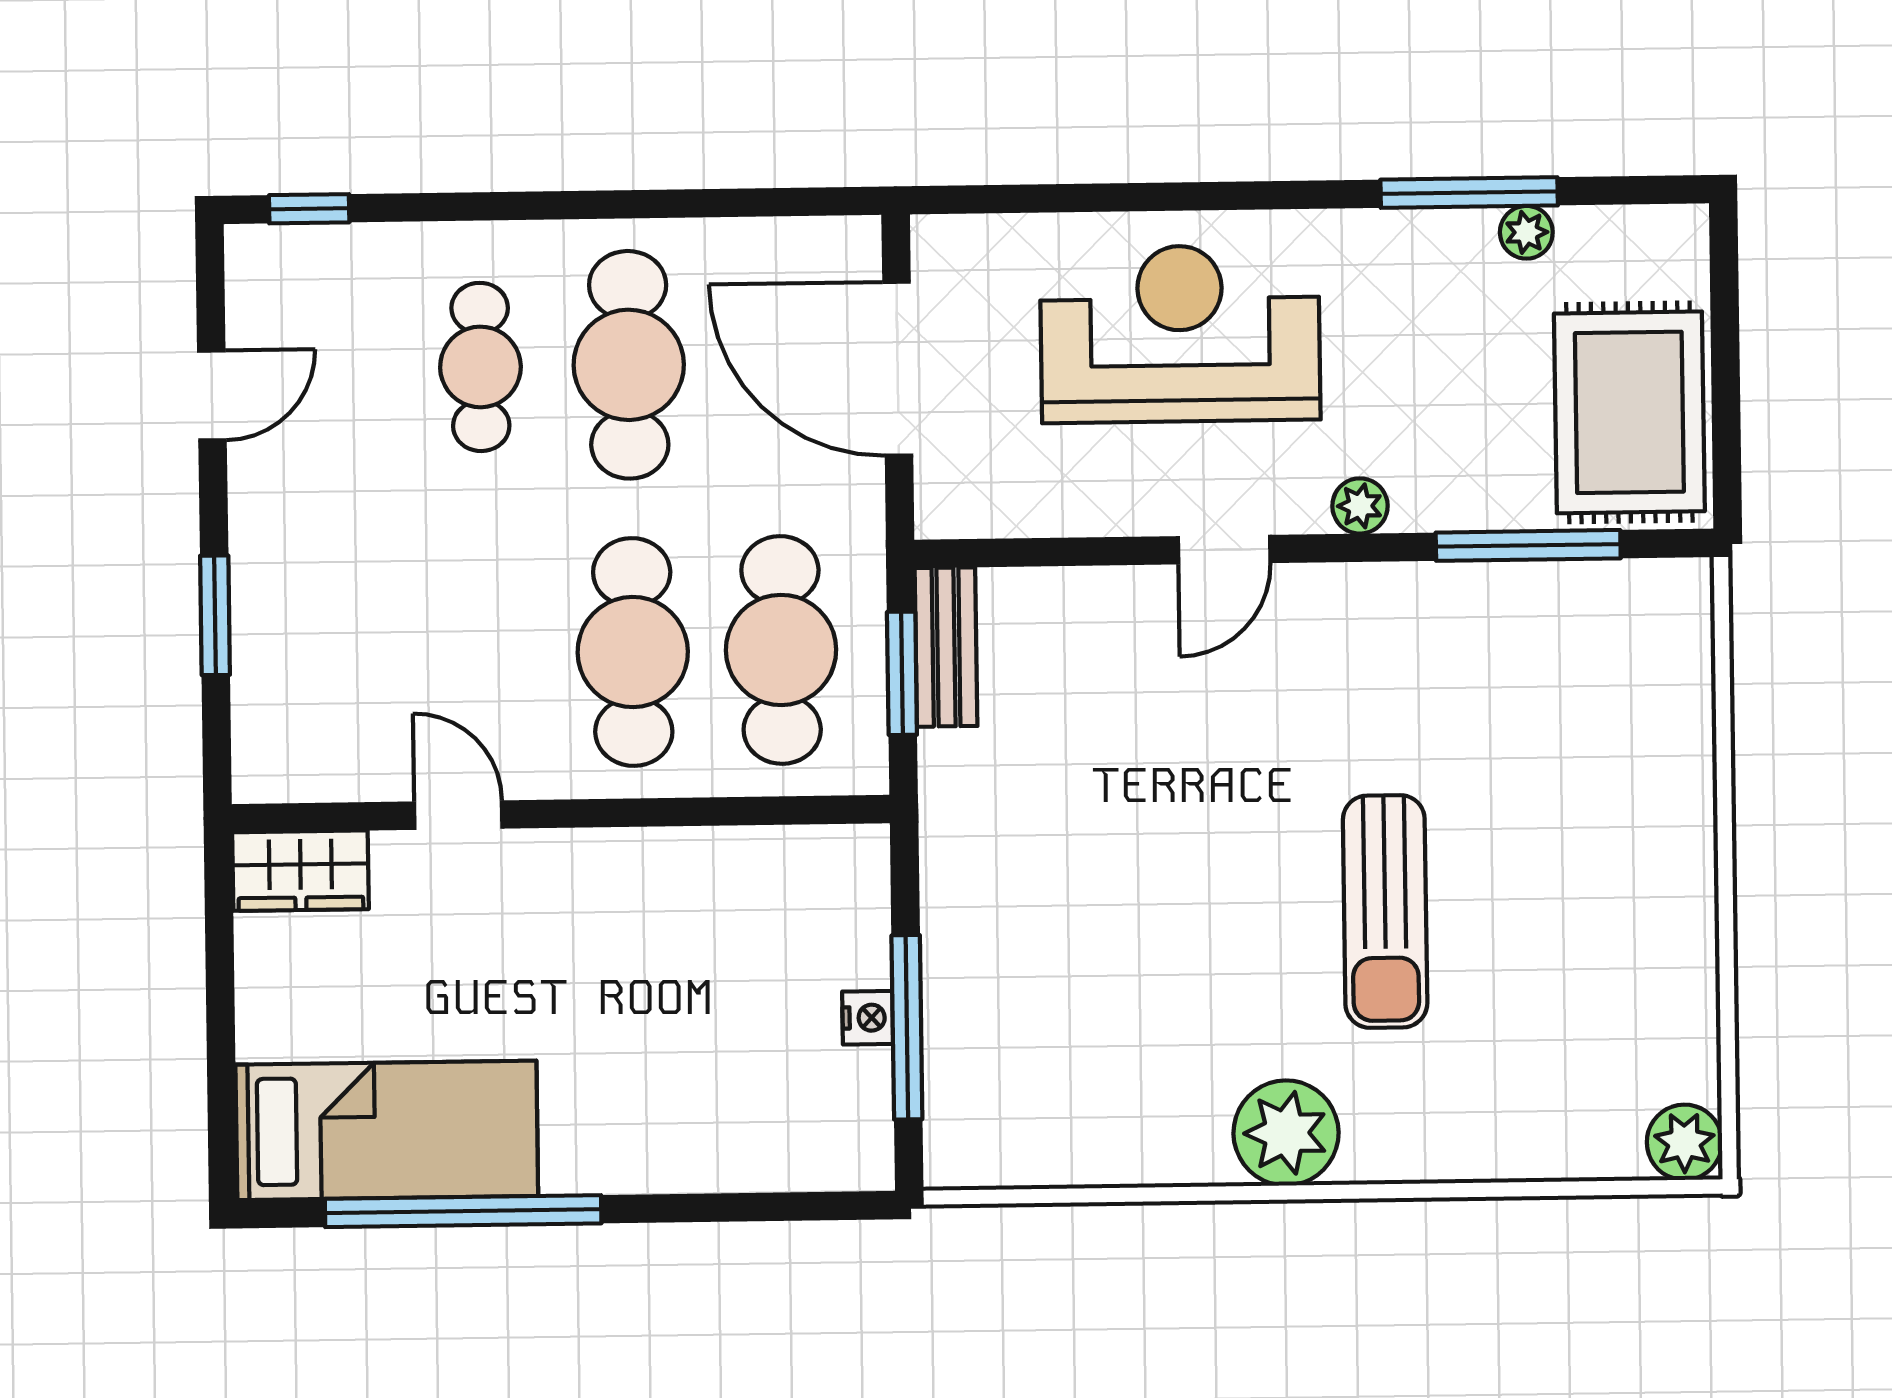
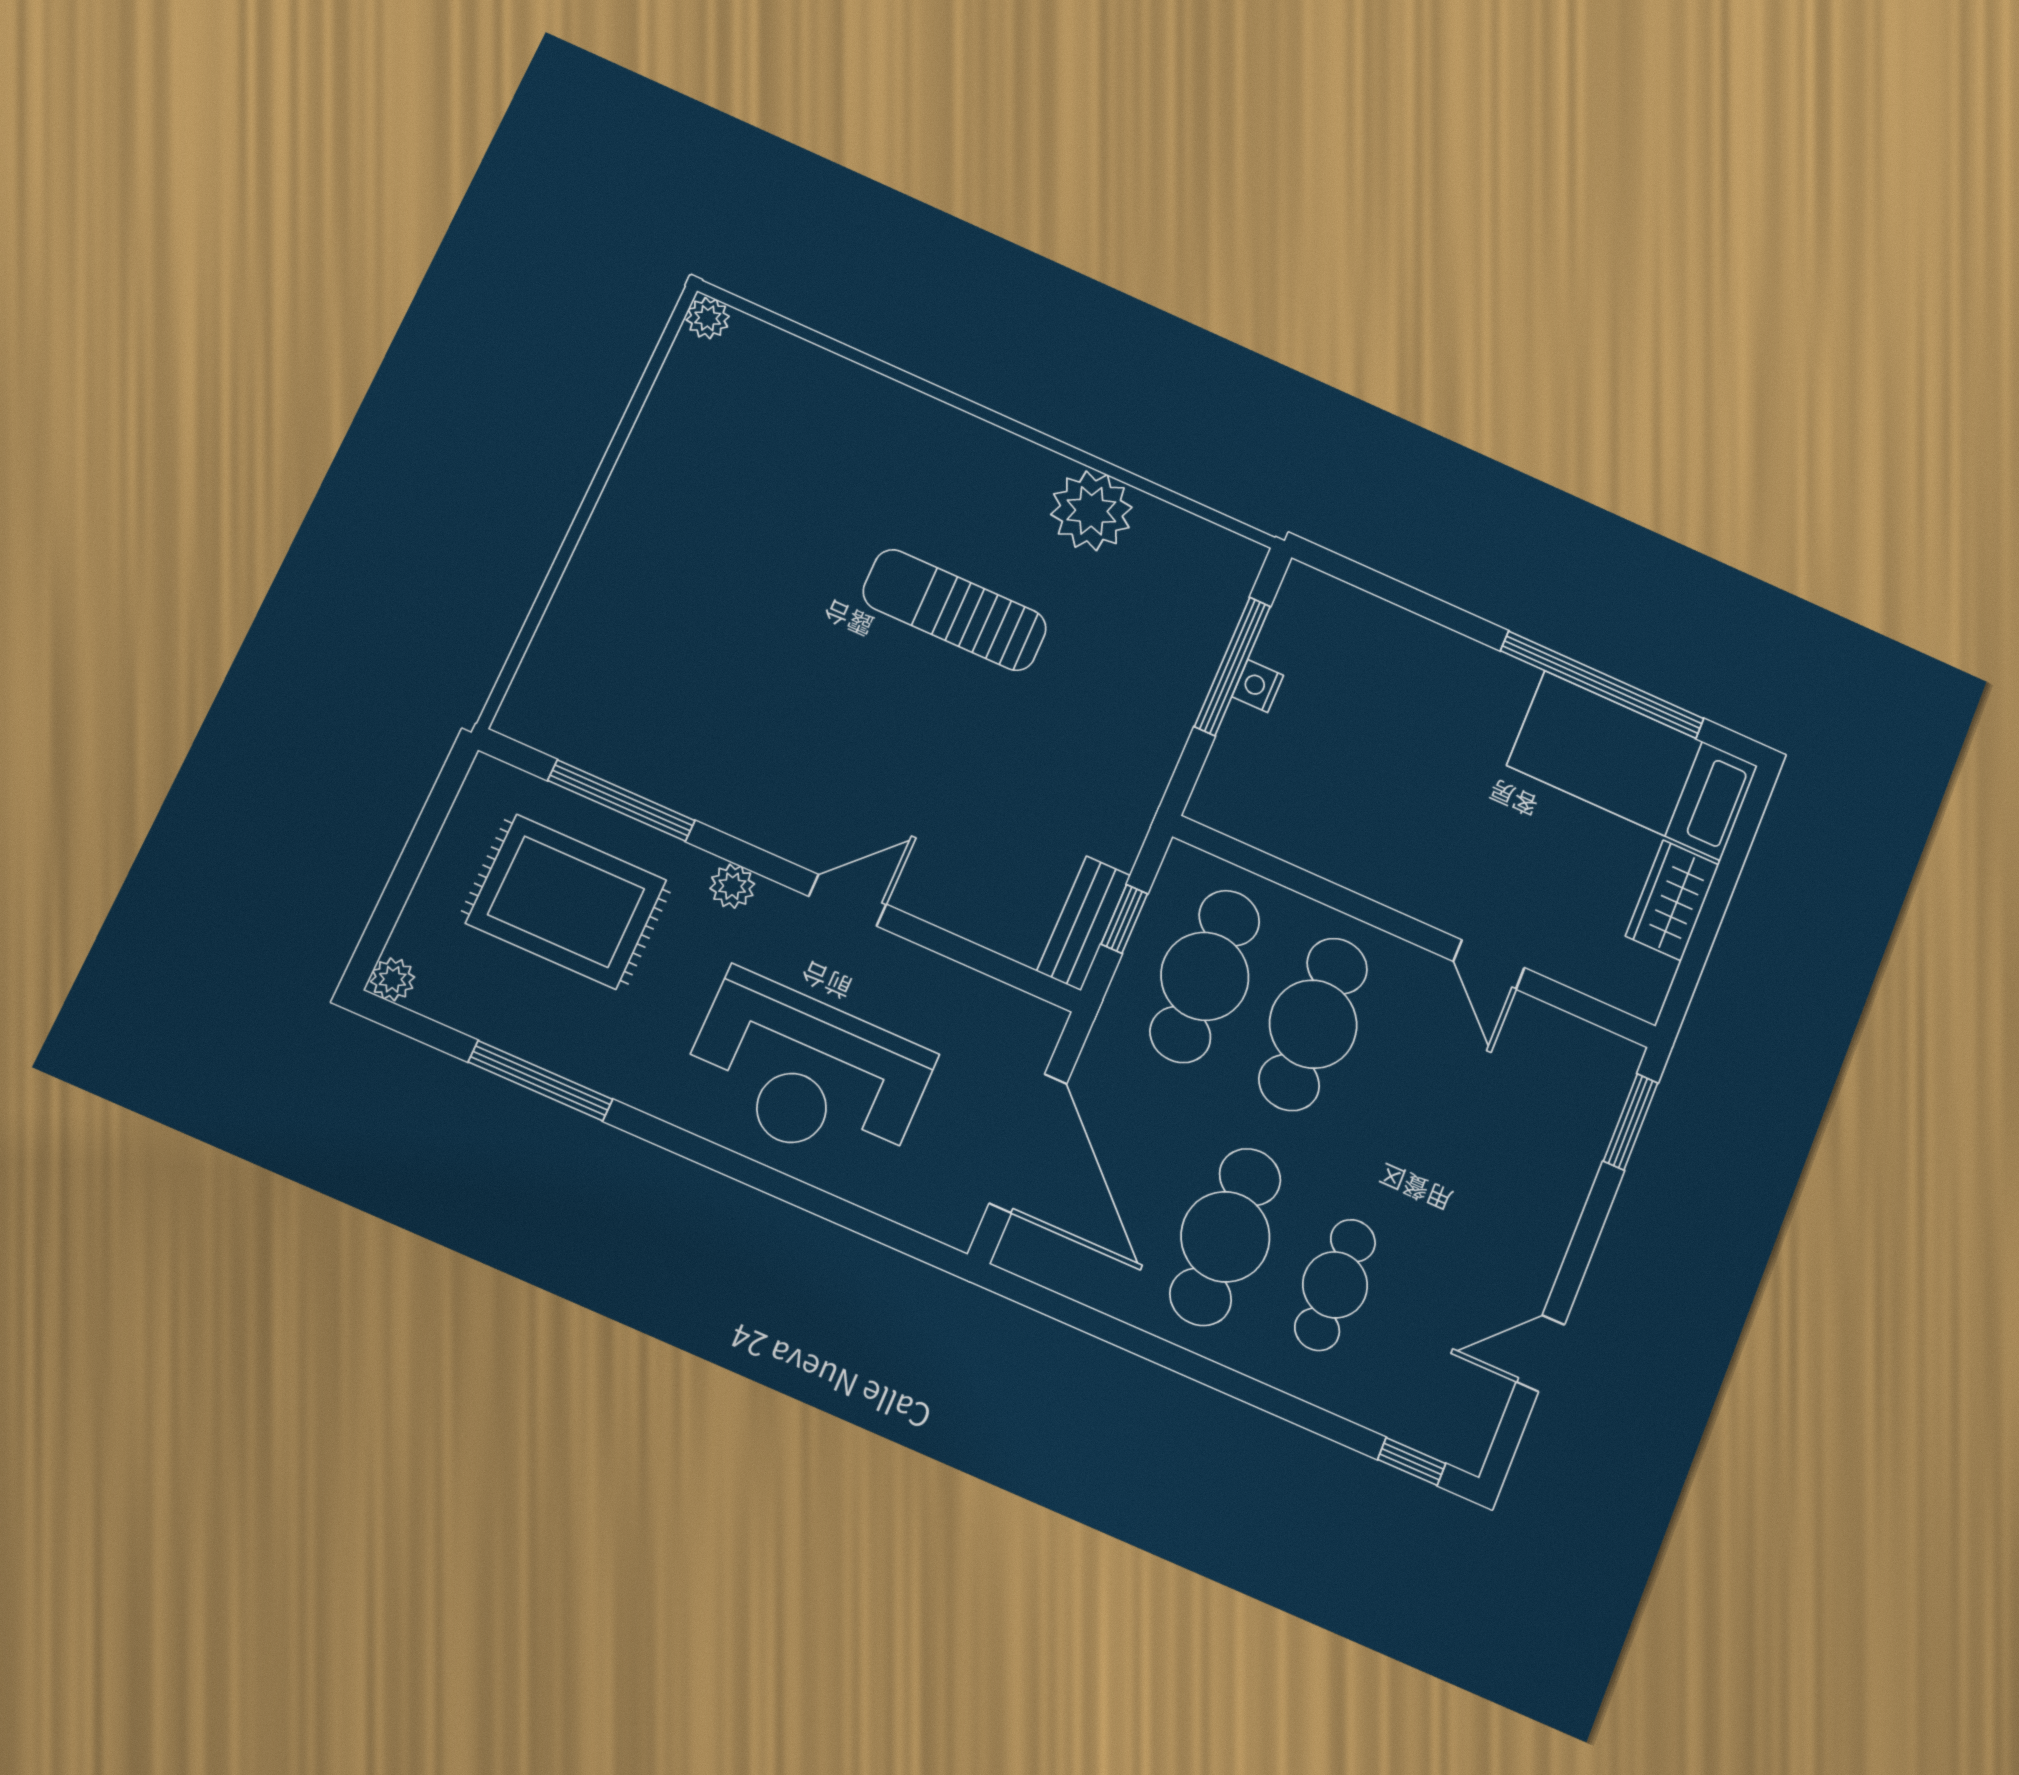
plant: (1526, 232) -> (393, 979), moved
rug: (1629, 412) -> (566, 902), moved, turned 90
window: (215, 615) -> (1631, 1122), moved
window: (902, 673) -> (1124, 919), width x0.67
wardrobe: (300, 871) -> (1672, 900), moved, turned -90
sun lounger: (1385, 911) -> (955, 610), moved, turned -90
plant: (1286, 1133) -> (1091, 511), moved
plant: (1684, 1142) -> (708, 318), width x0.73, depth x0.73

